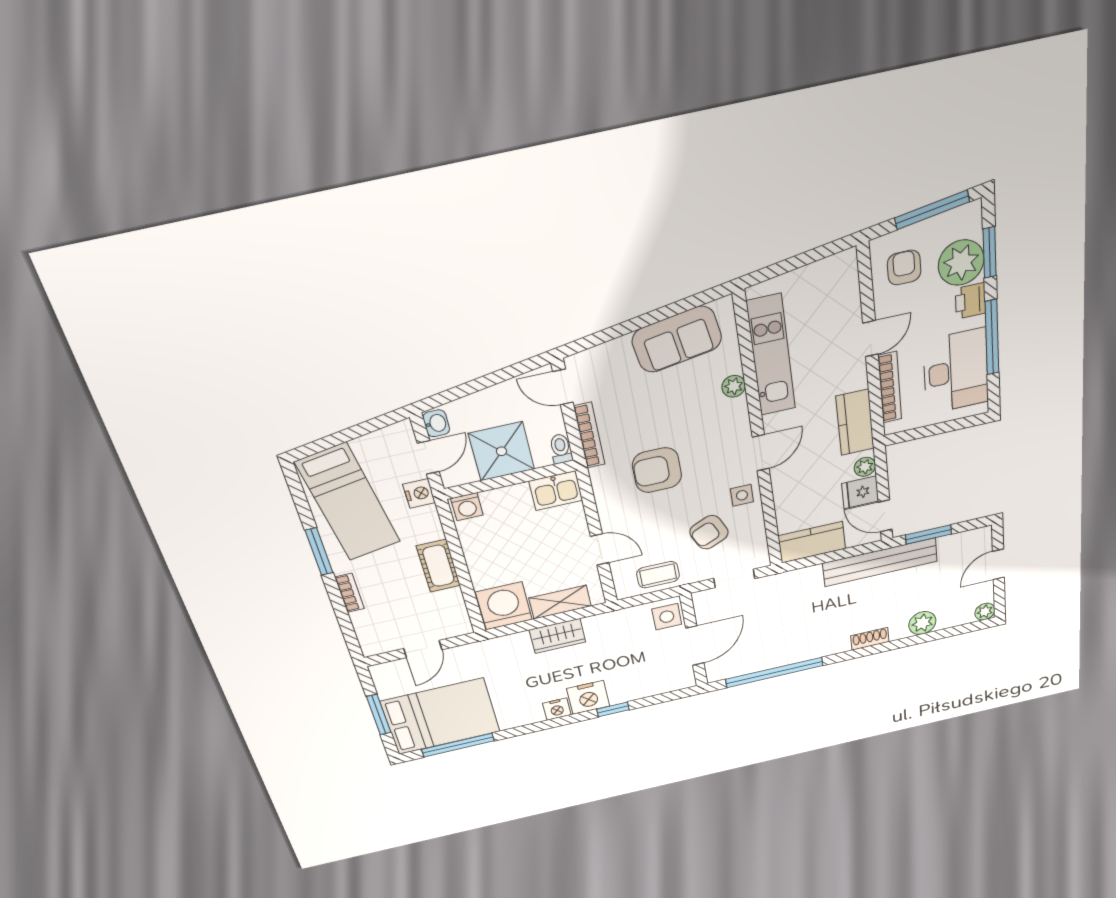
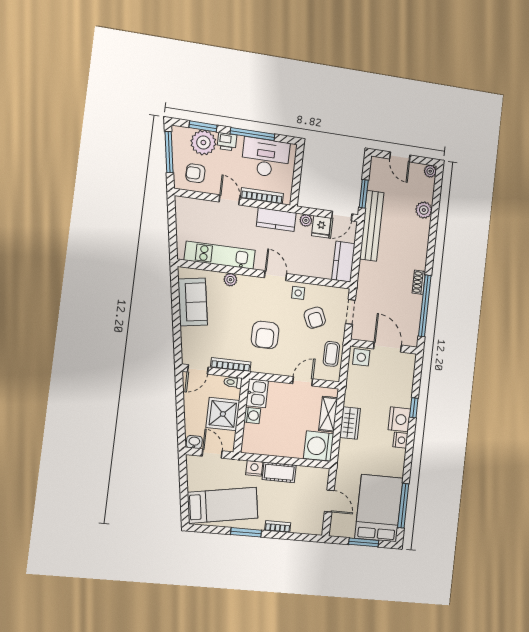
nightstand: (419, 493) -> (254, 468), moved
washing machine: (467, 507) -> (252, 415), moved
shoe rack: (870, 639) -> (419, 282), moved

